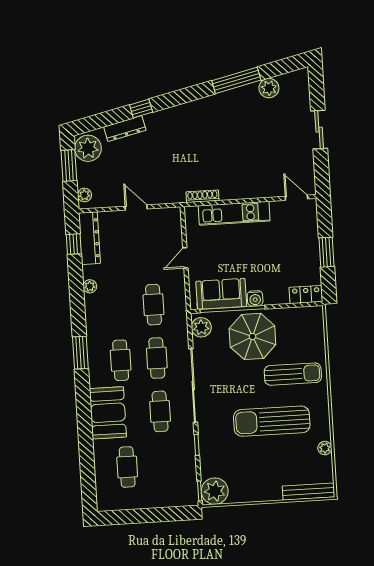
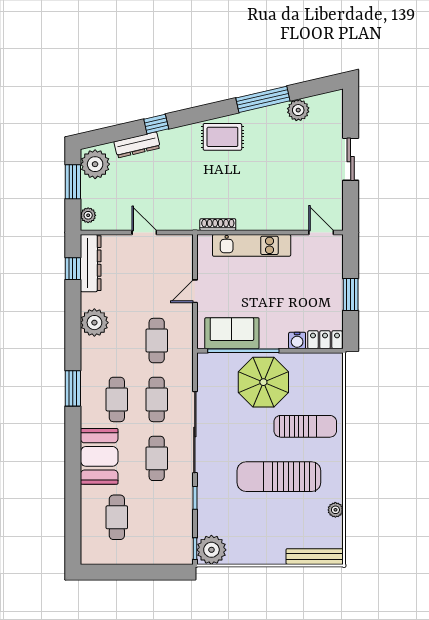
rug: (202, 117) -> (222, 137), added
plant: (90, 286) -> (94, 323), width x1.88, depth x1.88
water cooler: (255, 298) -> (297, 340), moved
plant: (201, 327) -> (208, 369), removed

